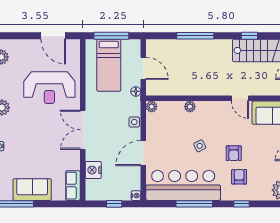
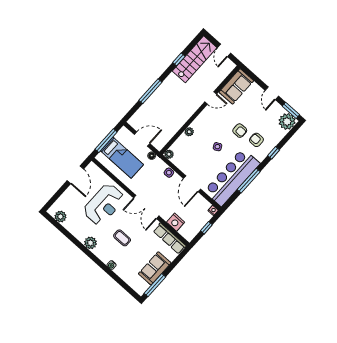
door: (53, 36) -> (75, 175), hinge flipped
coffee table: (33, 133) -> (122, 238), added
row of seats: (73, 186) -> (170, 238), width x1.48

